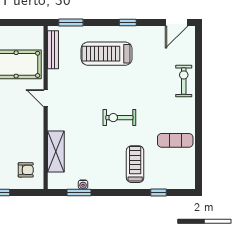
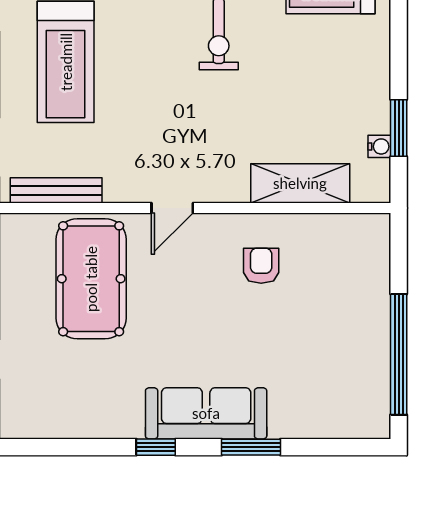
armchair: (26, 170) -> (261, 266), moved
water cooler: (83, 185) -> (379, 146), moved

